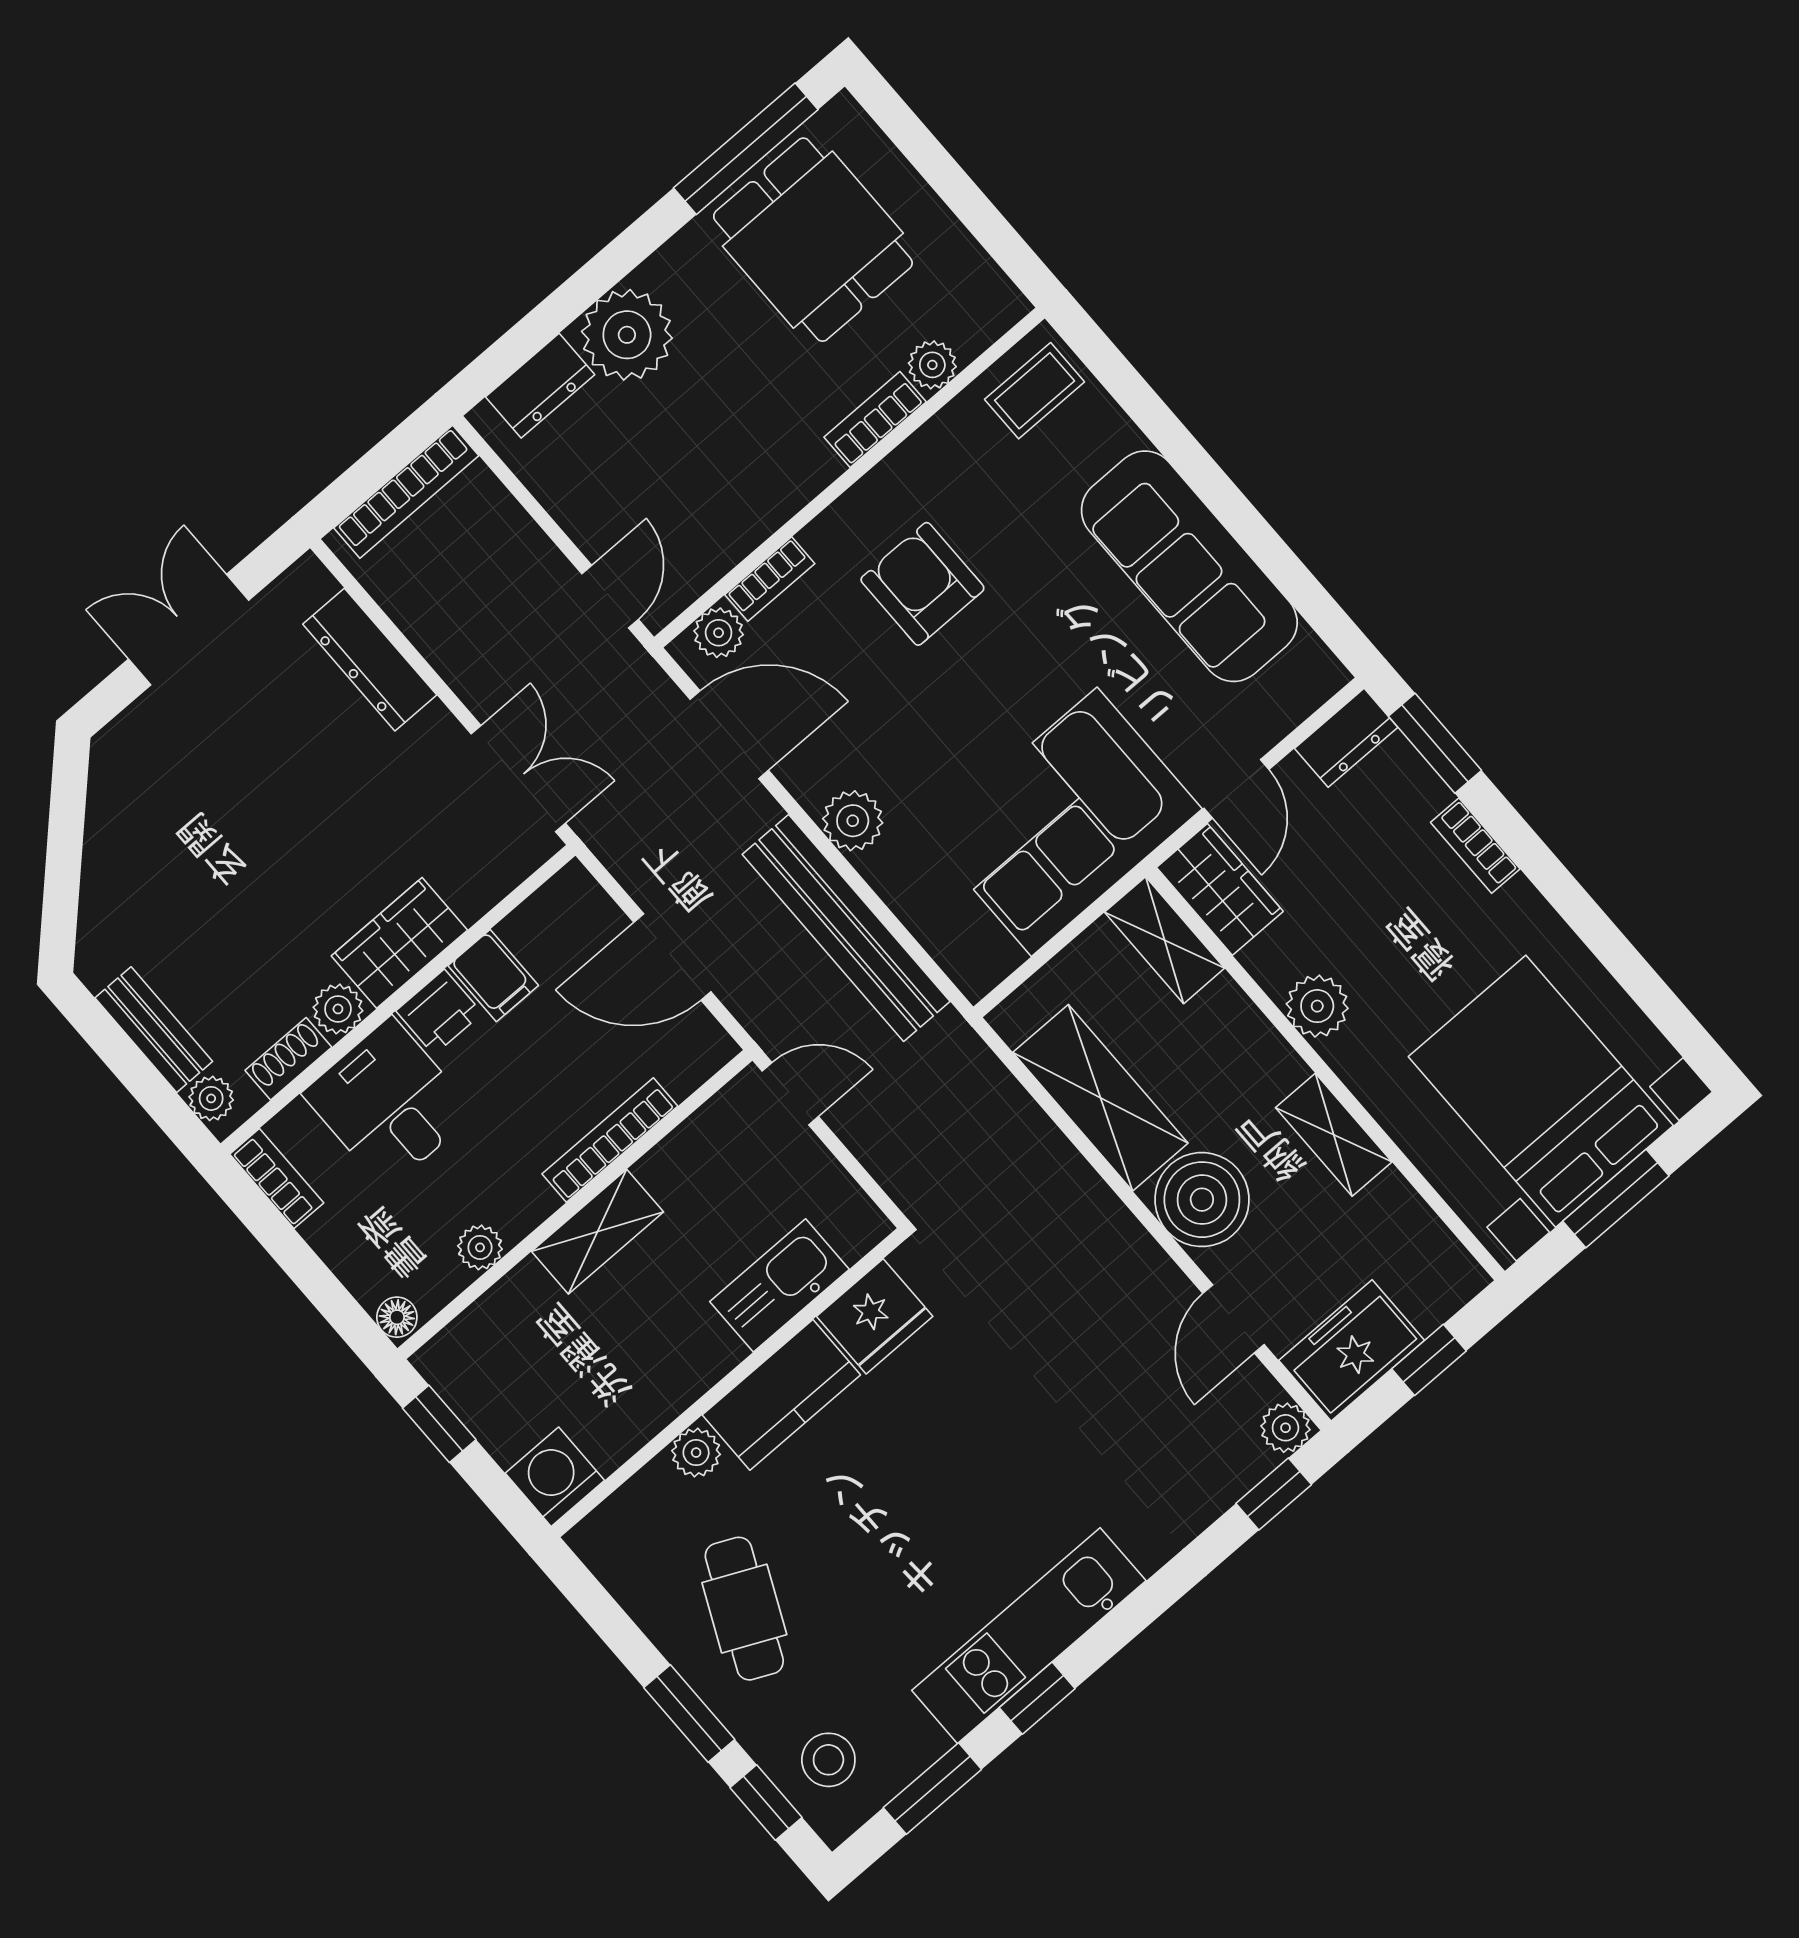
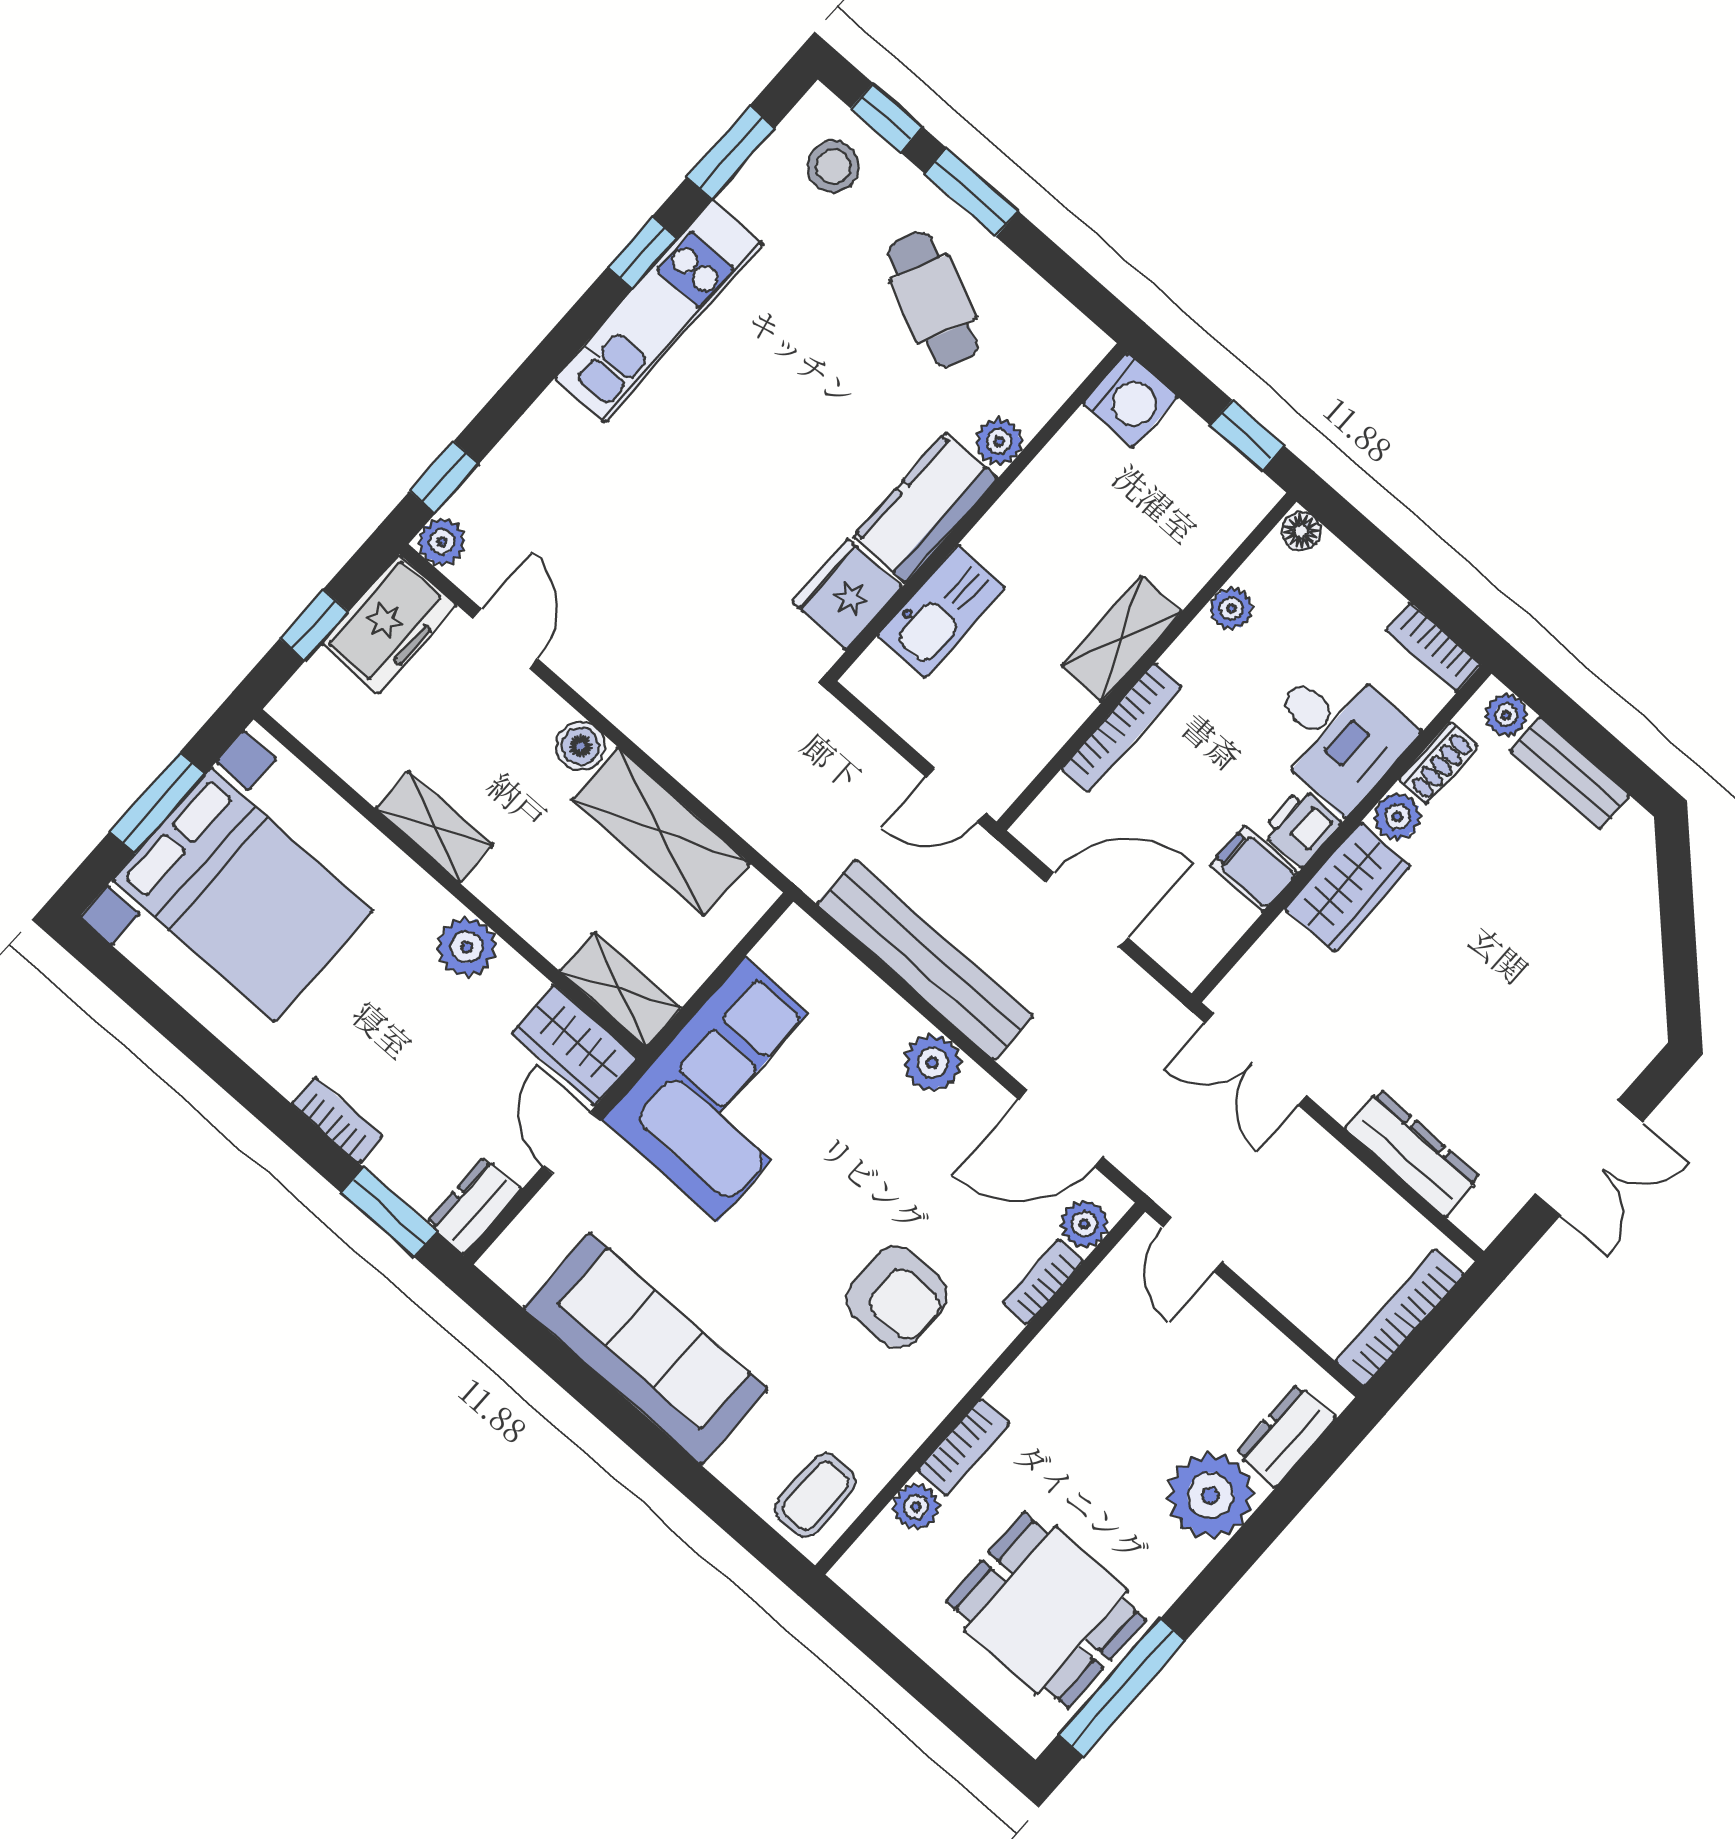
boiler: (1202, 1200) -> (580, 746), width x0.54, depth x0.54

